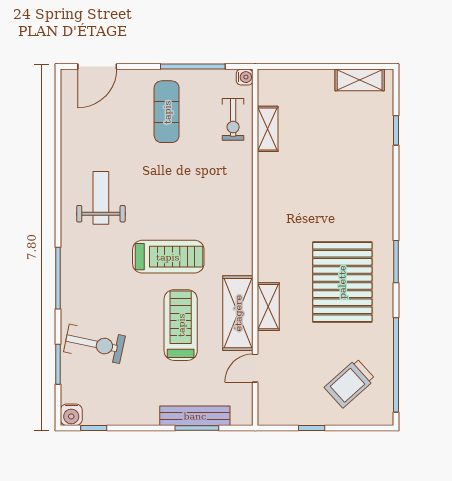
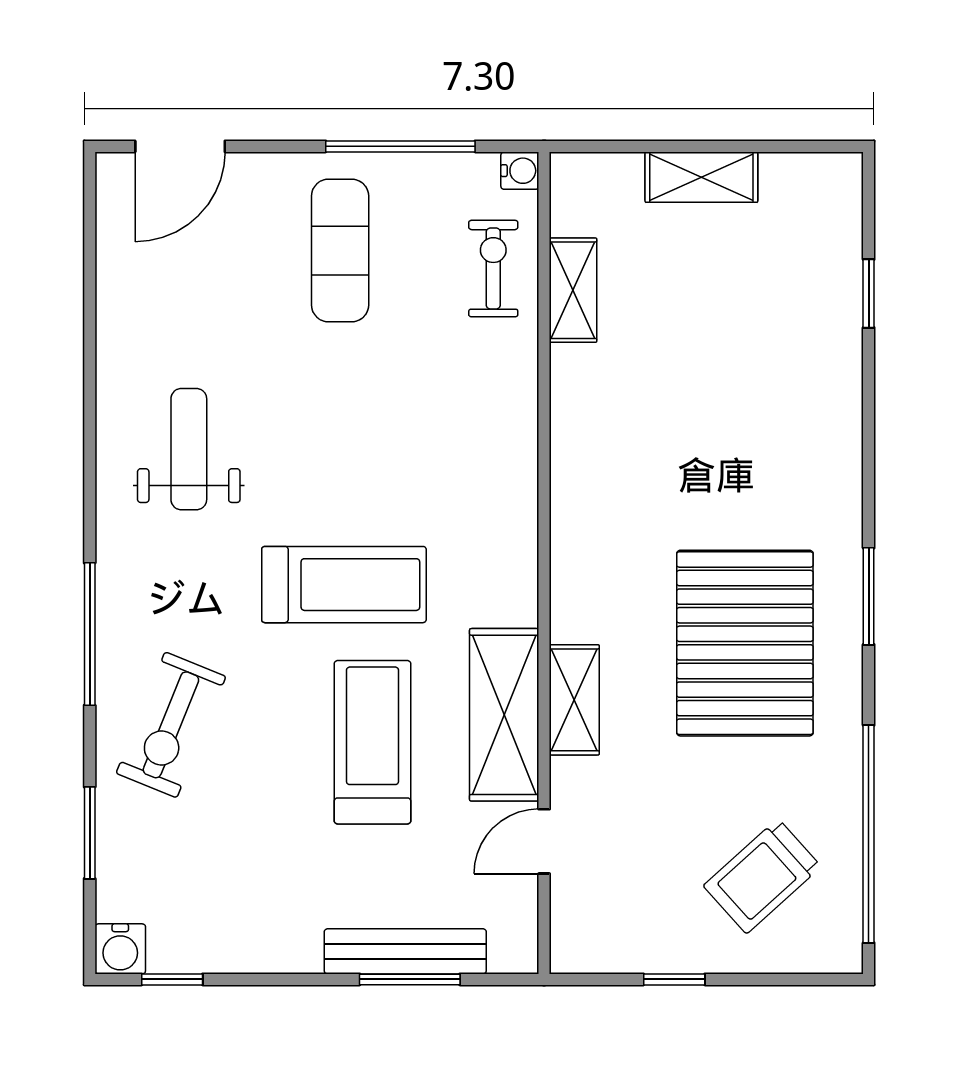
shelving: (360, 80) -> (701, 177), moved
exercise bike: (233, 119) -> (493, 268), turned 180
exercise bike: (94, 344) -> (171, 725), moved, turned 100

